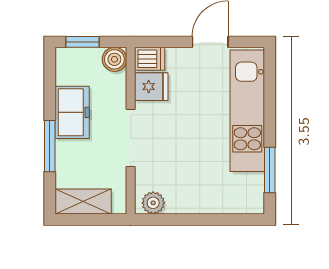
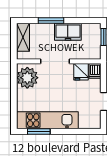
boiler: (114, 59) -> (95, 53), removed
kitchen unit: (247, 111) -> (47, 120), moved
plant: (153, 203) -> (27, 78), width x1.87, depth x1.87

